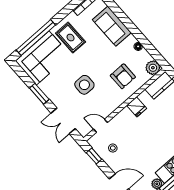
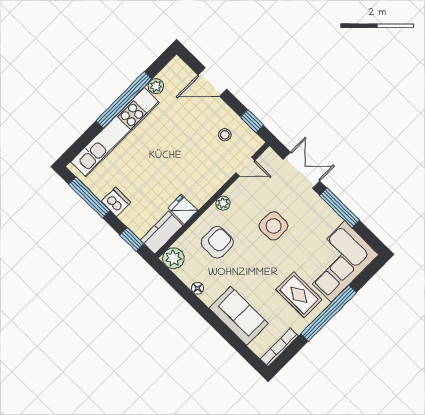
window: (36, 38) -> (329, 313), moved
armchair: (123, 76) -> (217, 242), turned 90
window: (39, 94) -> (340, 208), width x1.44
plant: (117, 102) -> (223, 203), added
fridge: (137, 107) -> (183, 209), moved

